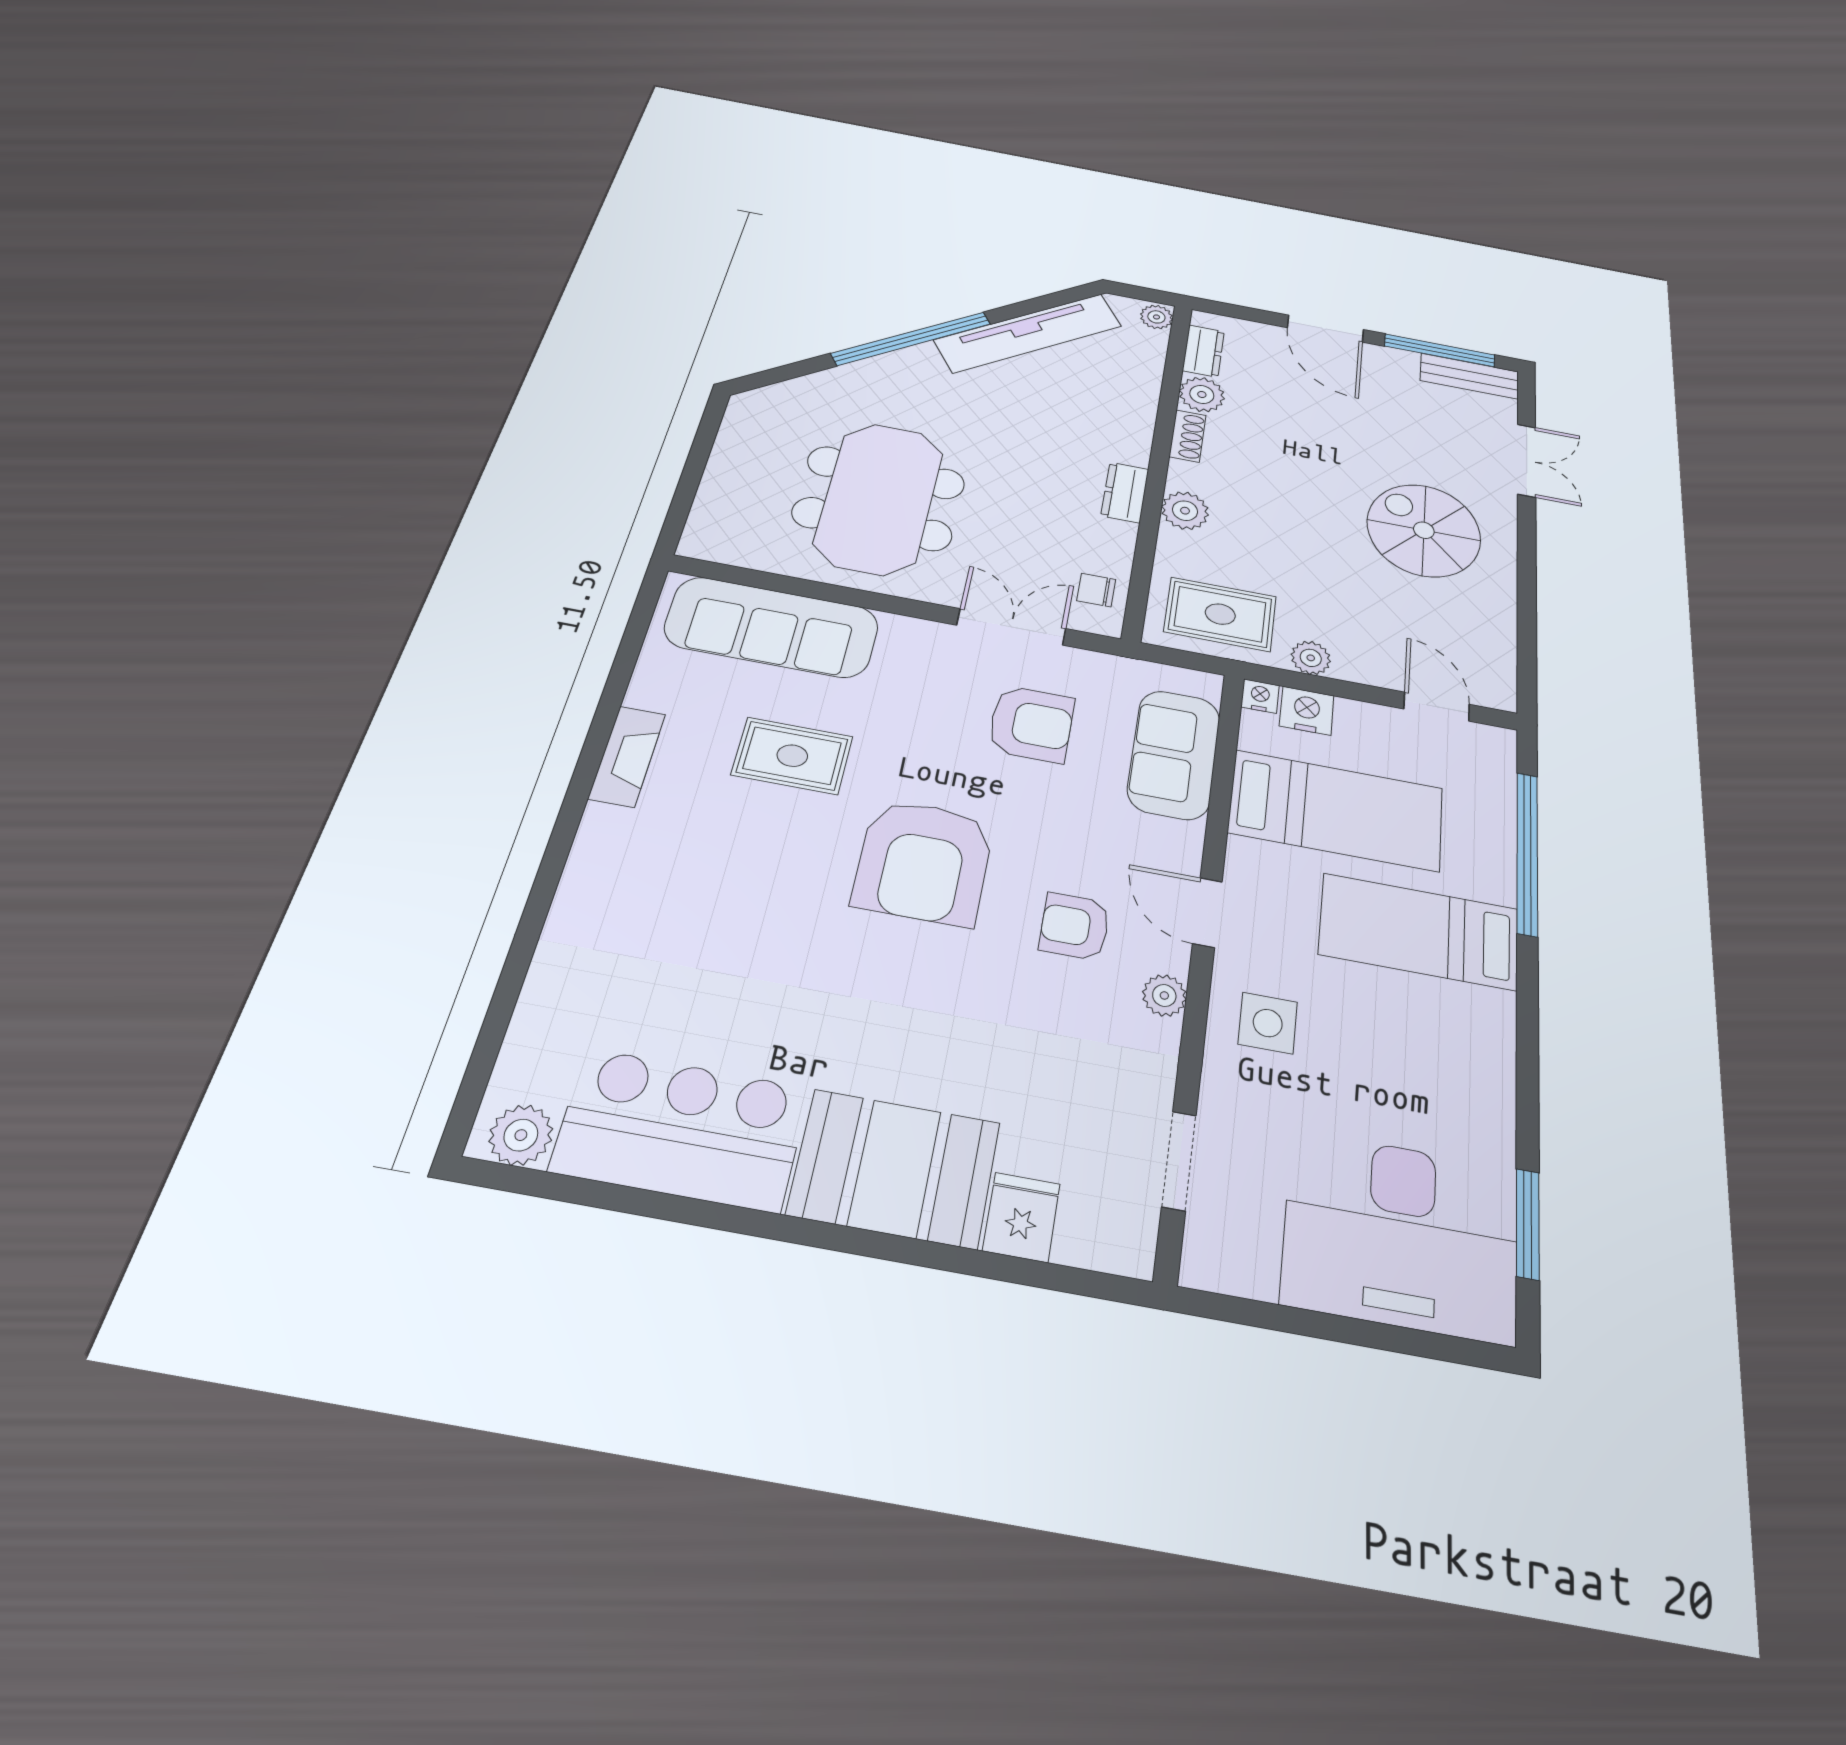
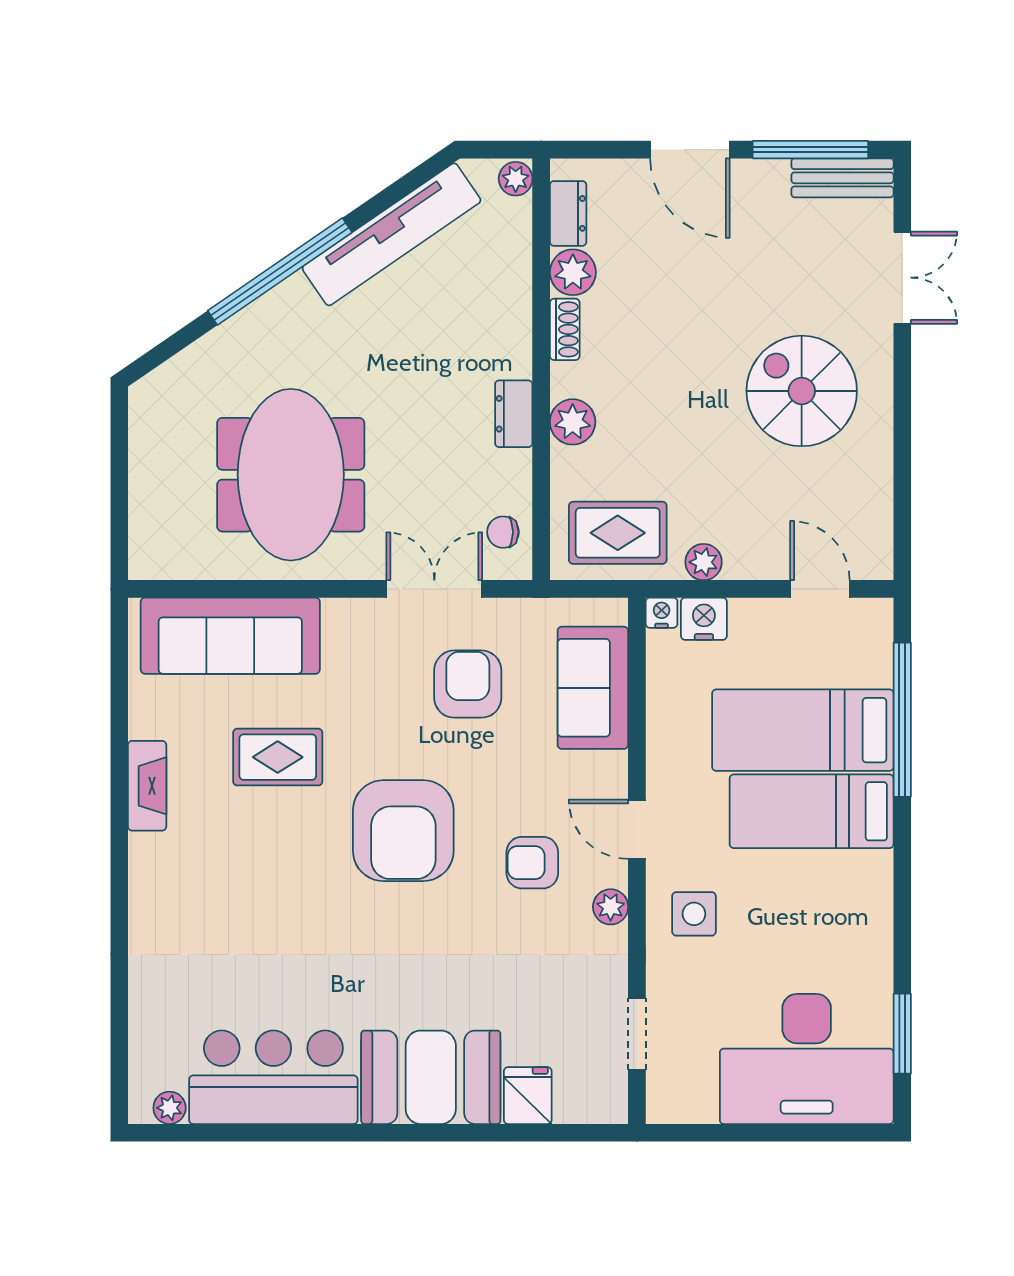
armchair: (1031, 724) -> (468, 684), turned -90
bed: (1336, 810) -> (803, 730), moved, turned 180
plant: (521, 1135) -> (170, 1108), width x0.73, depth x0.73

